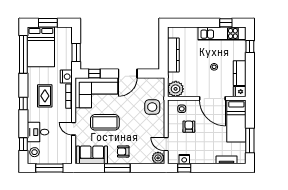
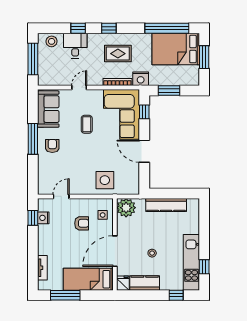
coffee table: (105, 122) -> (87, 124), width x0.54, depth x0.58
window: (23, 144) -> (78, 28), moved
plant: (158, 158) -> (45, 187), removed

